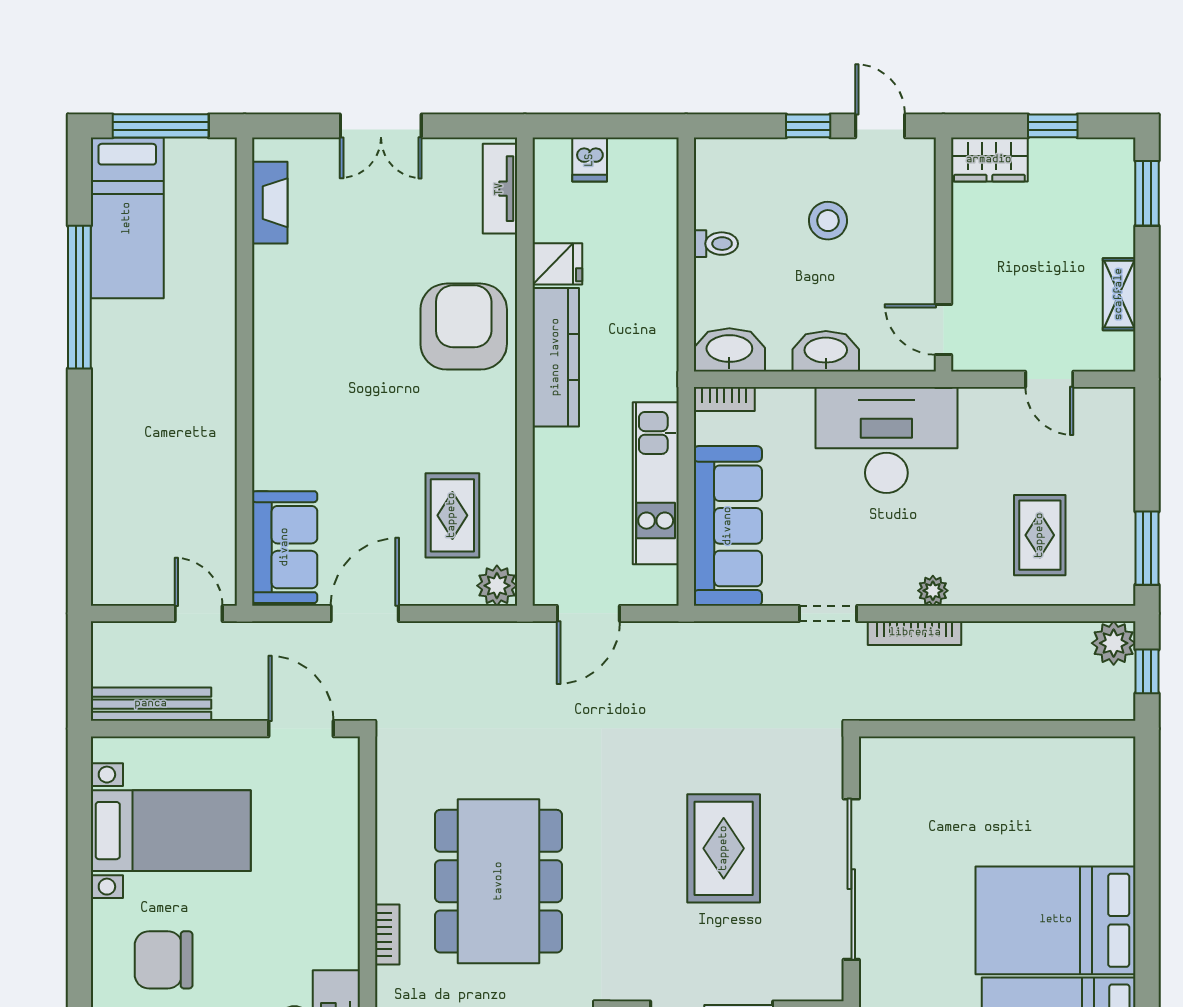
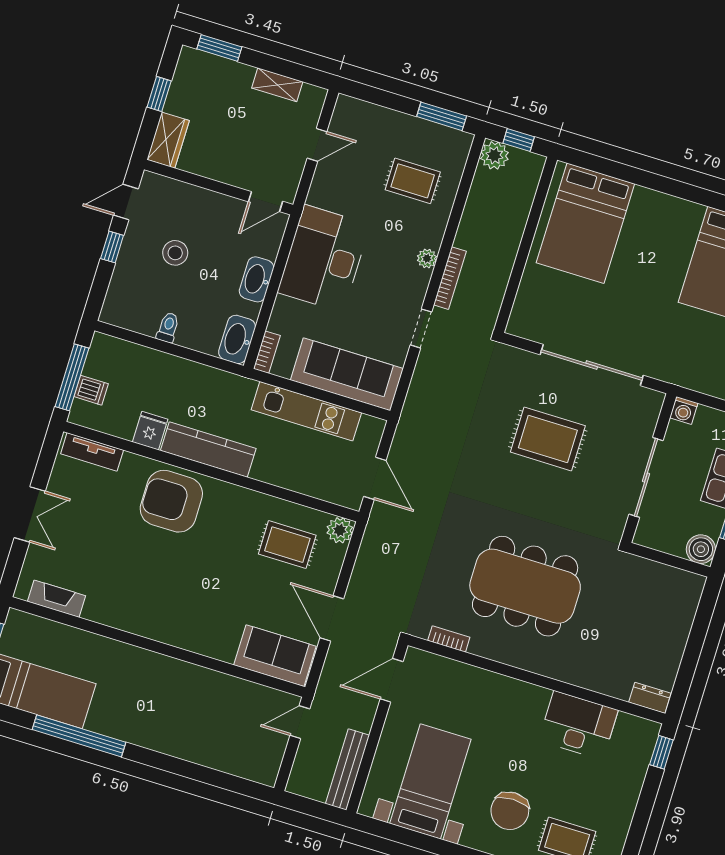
window: (600, 126) -> (72, 377), added
bed: (1056, 920) -> (585, 223), moved
bookcase: (387, 934) -> (449, 639), moved

